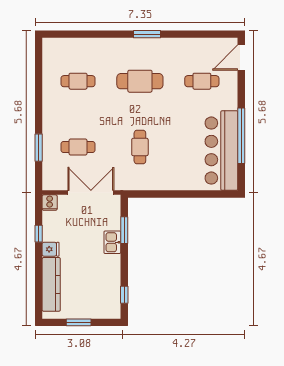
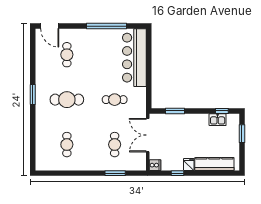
cafe table: (140, 81) -> (67, 100), turned 90
bar counter: (221, 151) -> (134, 58), moved, turned 90
kitchen sink: (112, 242) -> (218, 120), moved
window: (79, 322) -> (242, 134), moved

